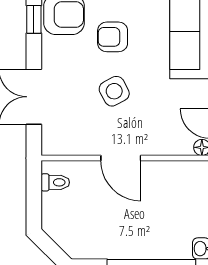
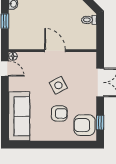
toilet: (55, 182) -> (89, 20), moved

